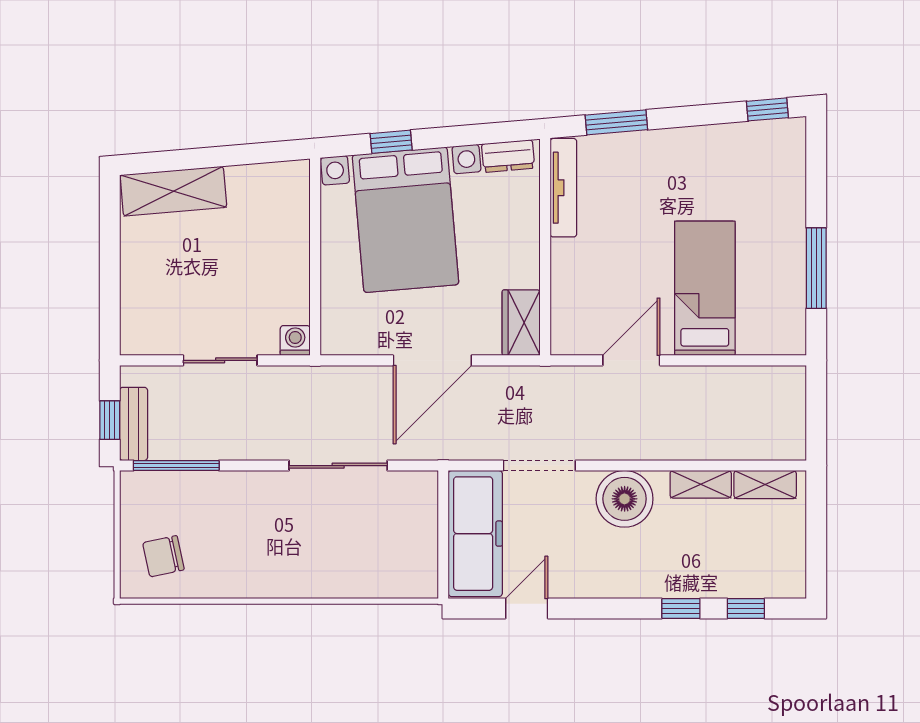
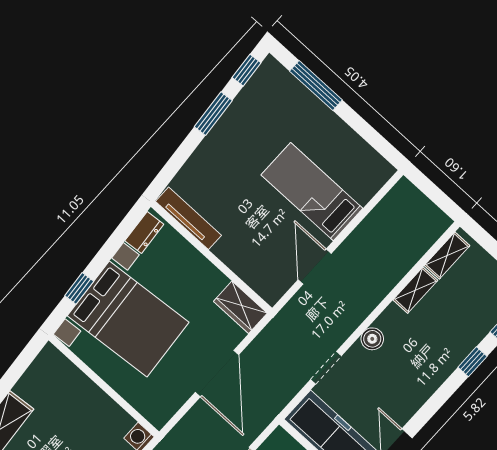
window: (616, 122) -> (213, 114), moved
window: (816, 268) -> (316, 85), moved
doorway: (539, 466) -> (326, 368), width x0.73
boiler: (625, 499) -> (372, 339), width x0.54, depth x0.54

